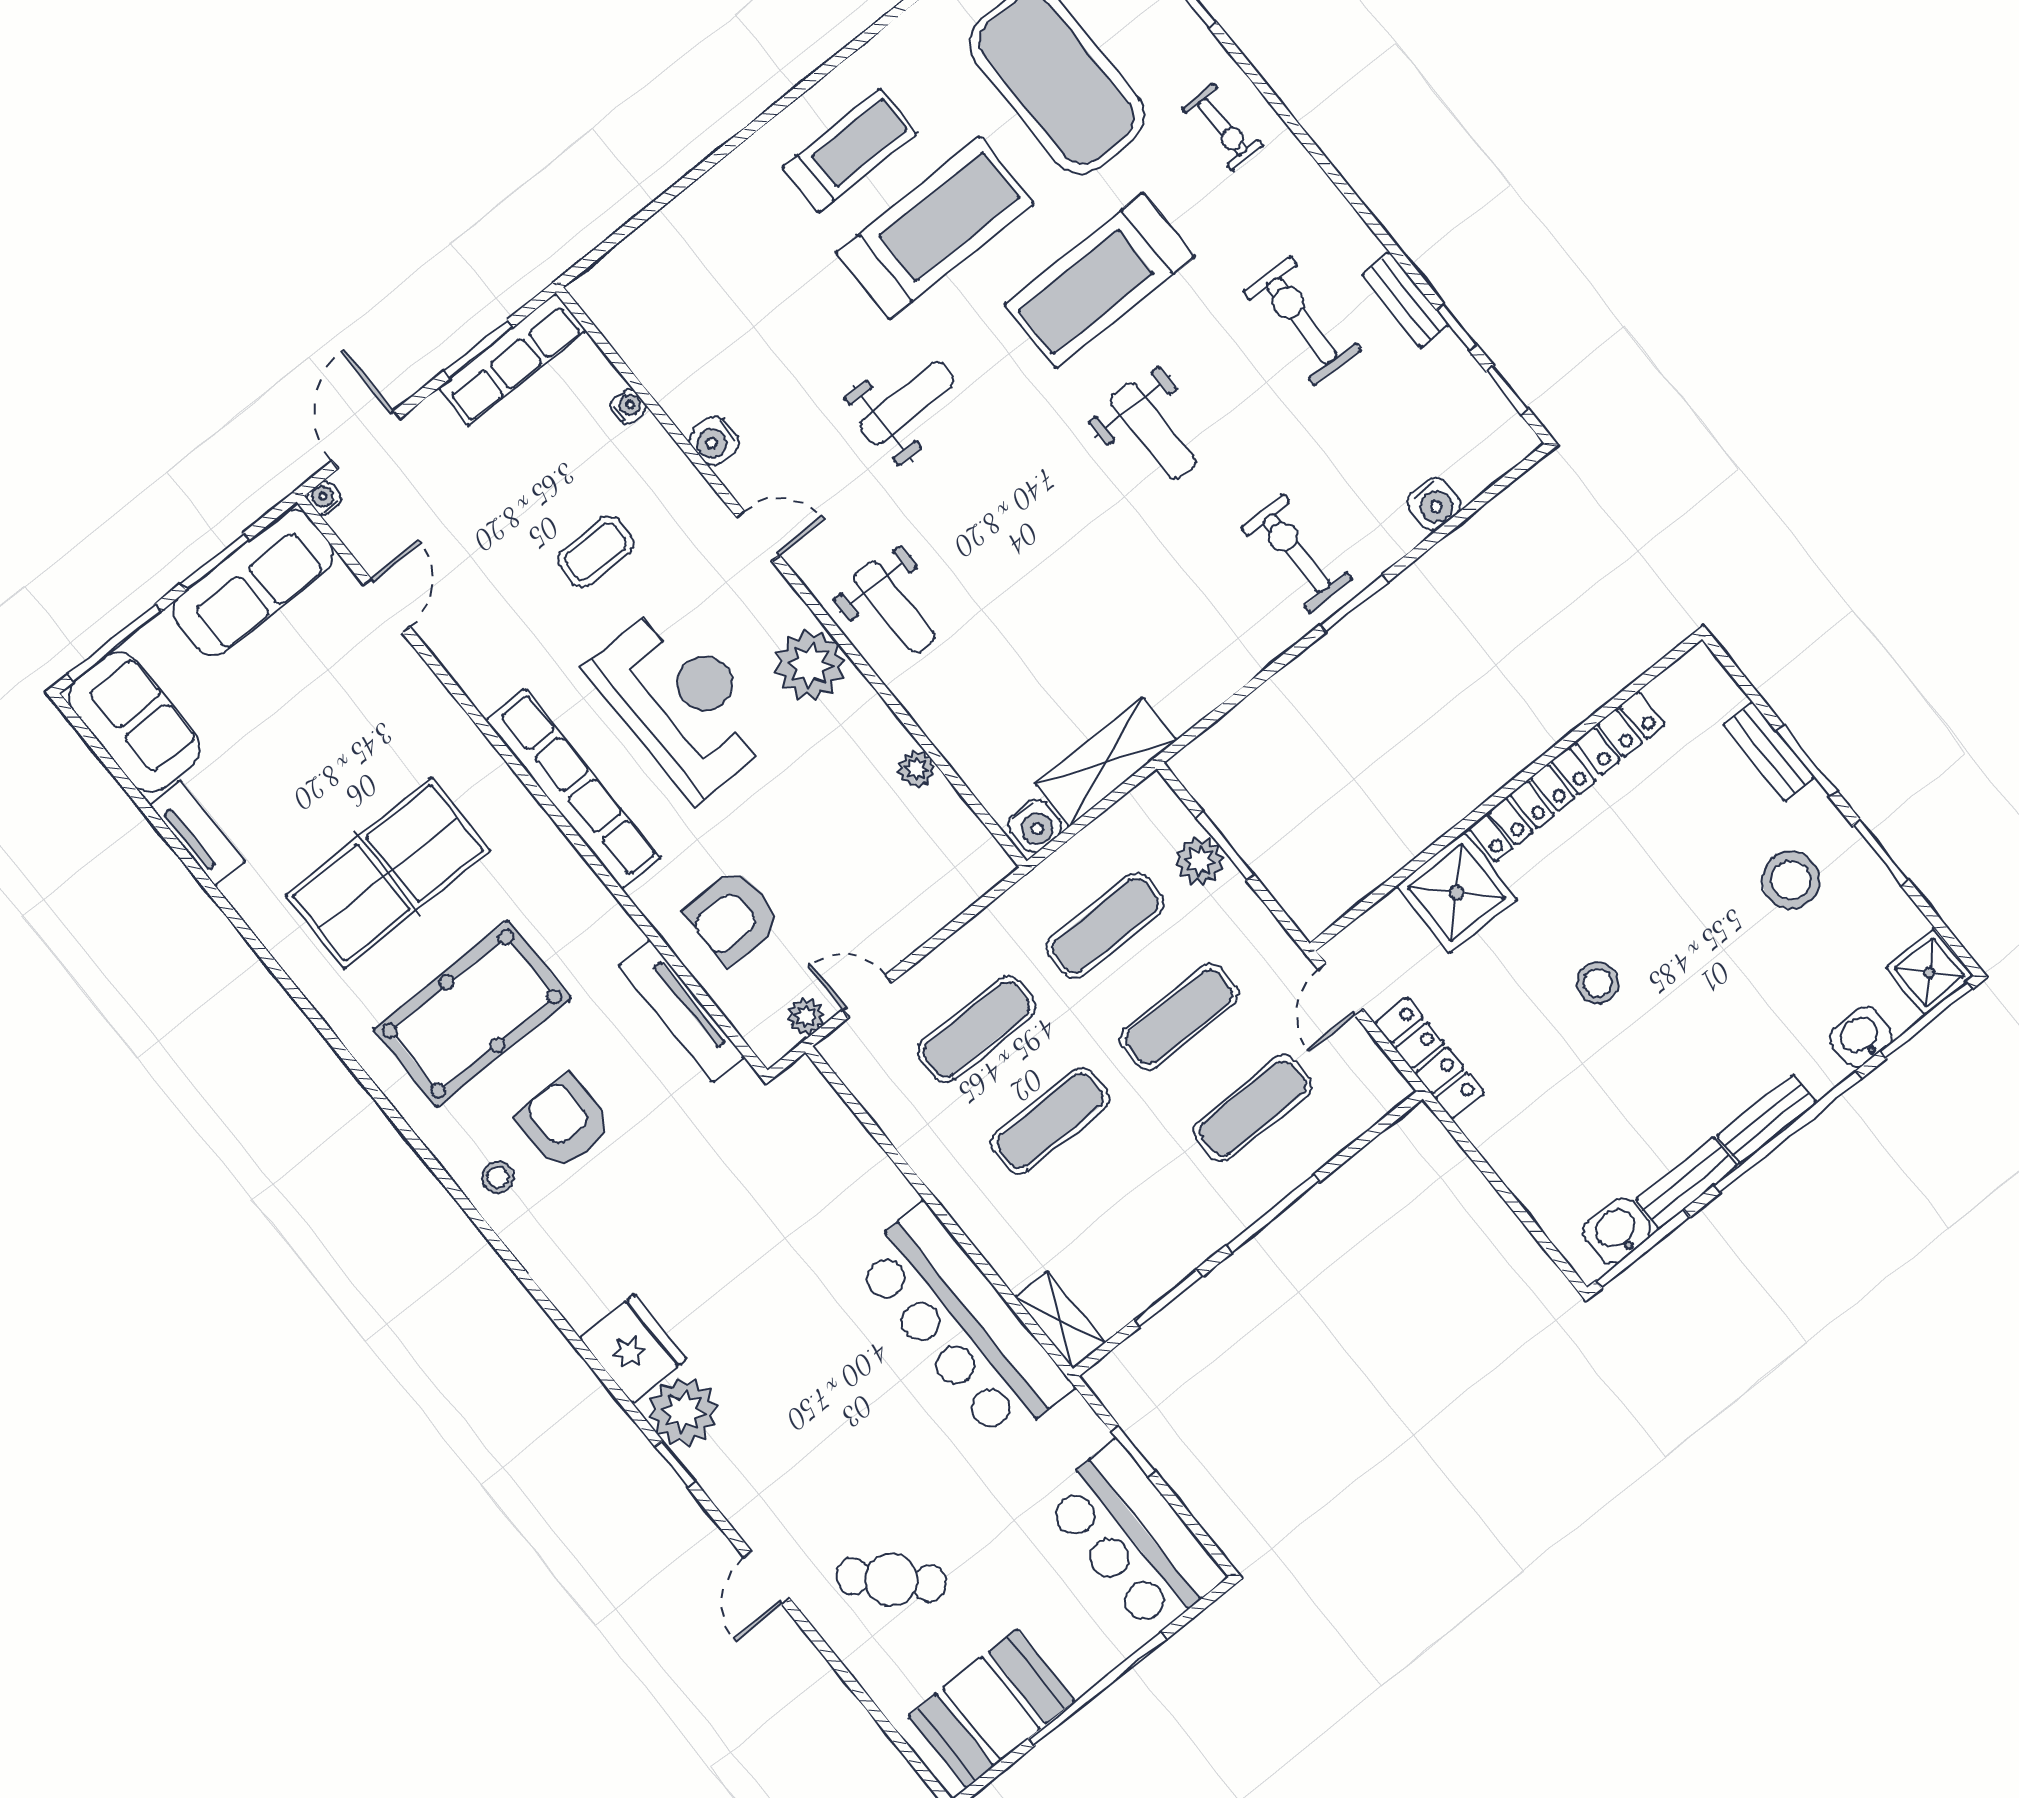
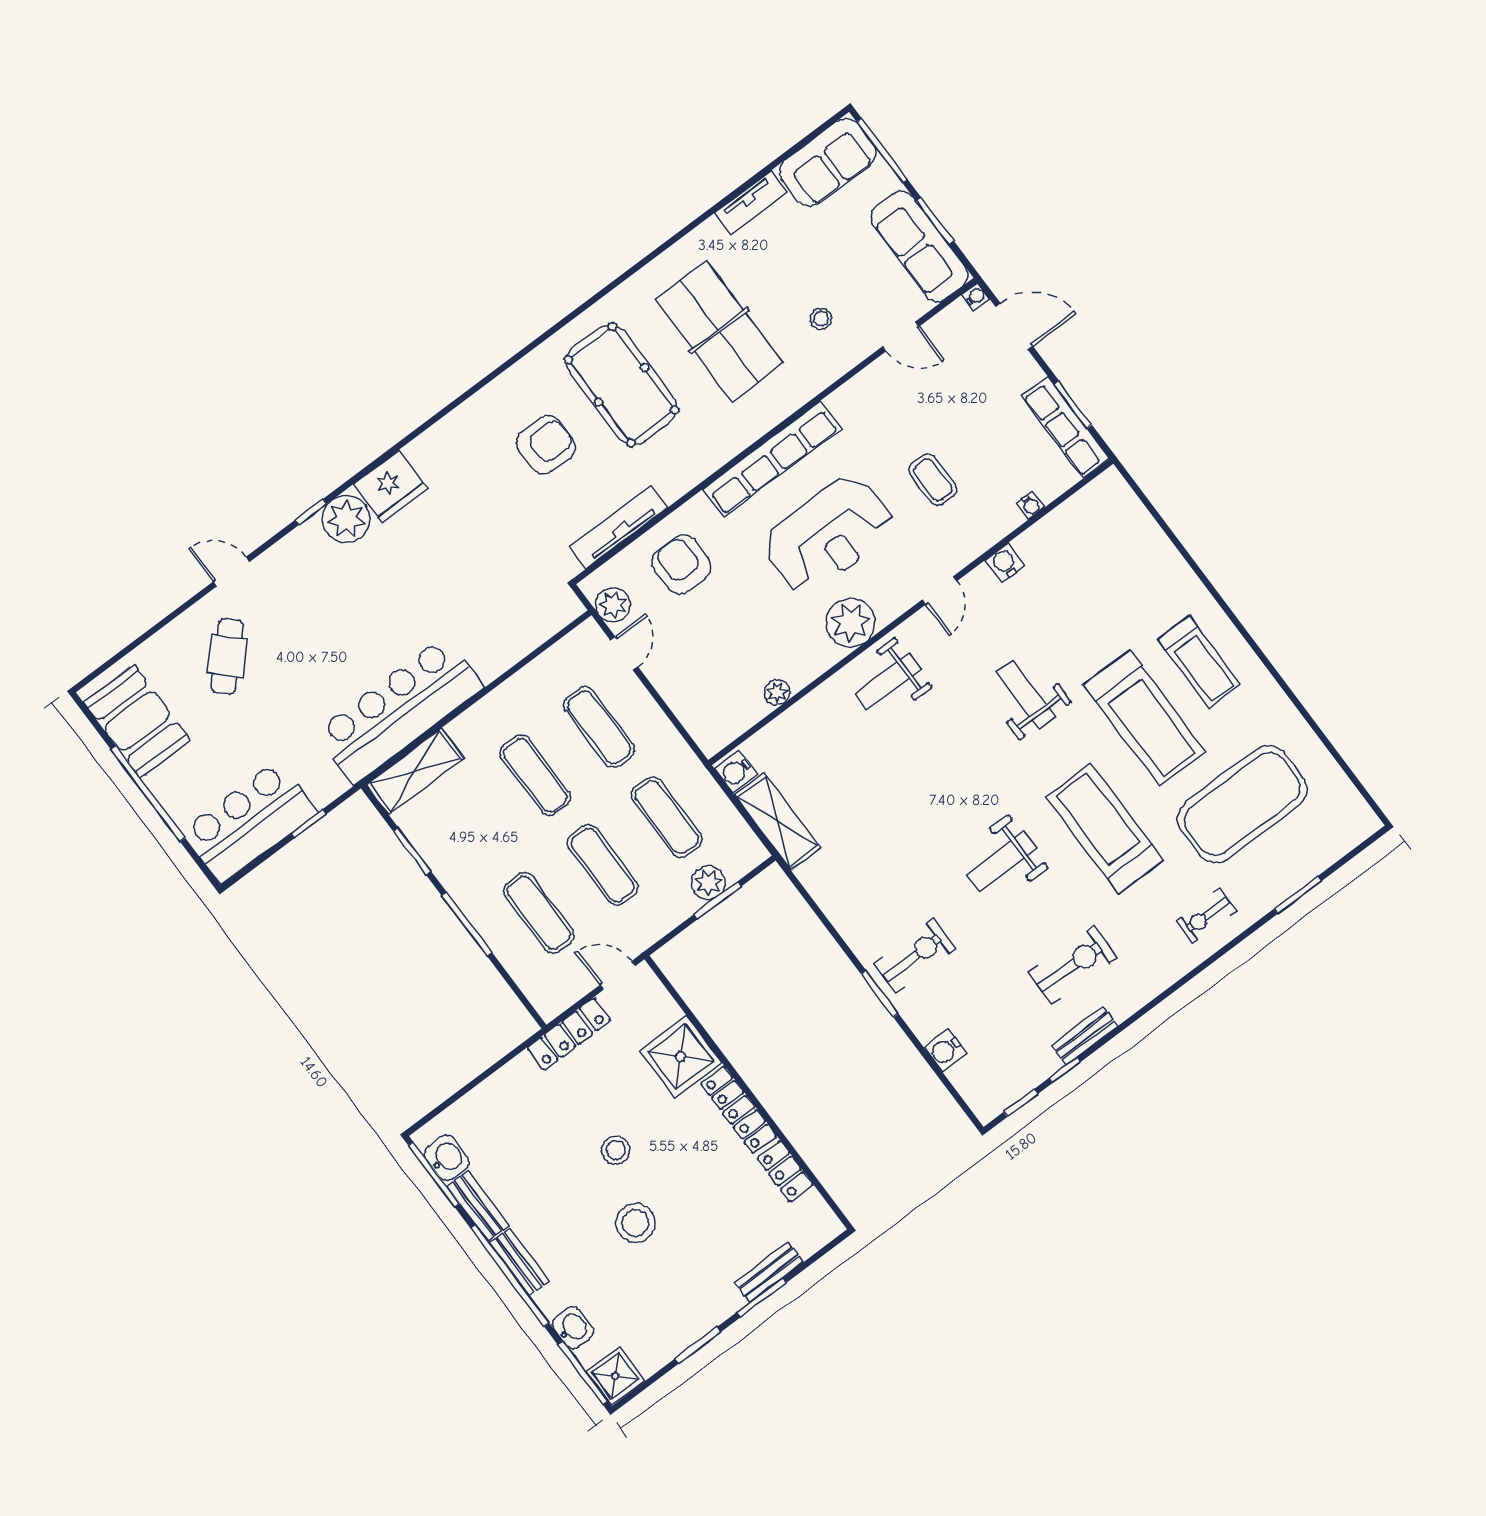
weight bench: (907, 403) -> (1026, 695), turned 180
stool: (1791, 880) -> (636, 1223), moved
plant: (806, 1016) -> (613, 605), width x1.38, depth x1.38
stool: (498, 1177) -> (821, 319), moved
shelving: (1060, 1320) -> (415, 771), width x1.50, depth x1.33

